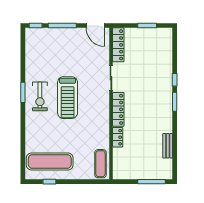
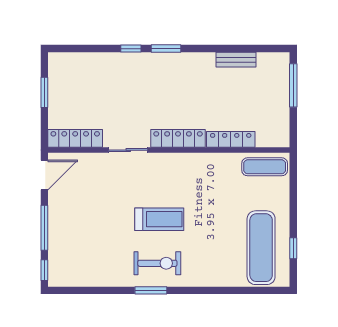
treadmill: (68, 98) -> (159, 219), width x0.73, depth x0.73
locker: (118, 137) -> (231, 139), width x1.53

